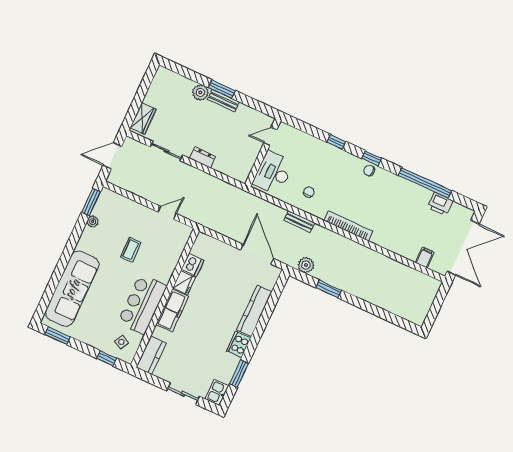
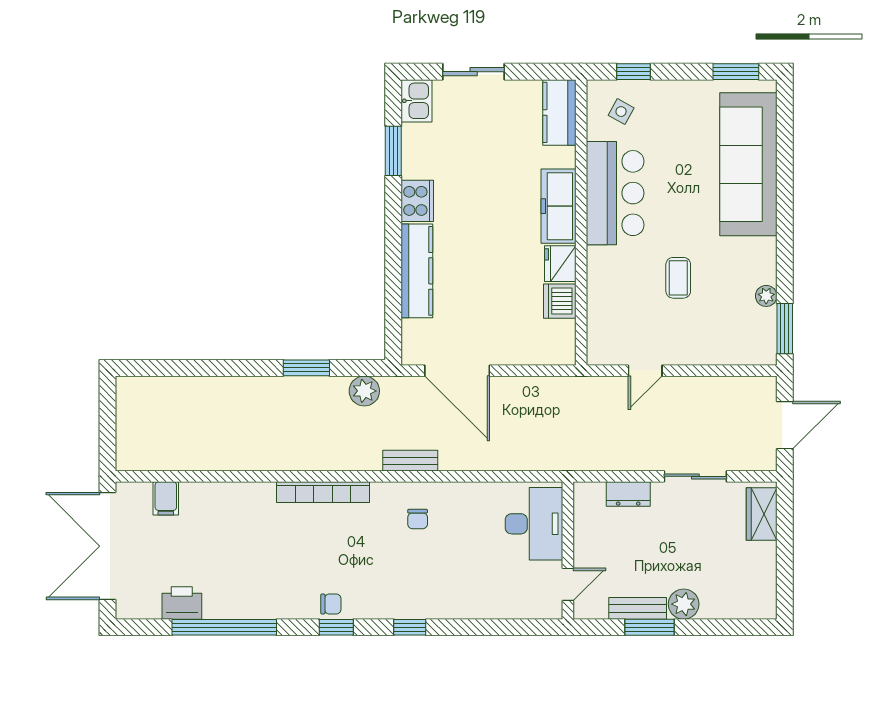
door: (270, 136) -> (568, 584), moved
wall: (263, 153) -> (568, 550), moved
desk: (273, 173) -> (534, 524), moved

